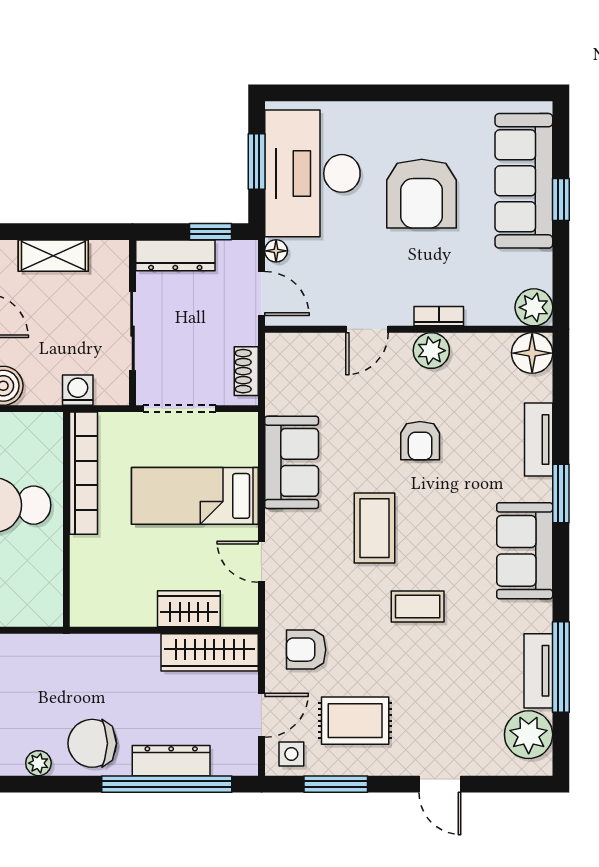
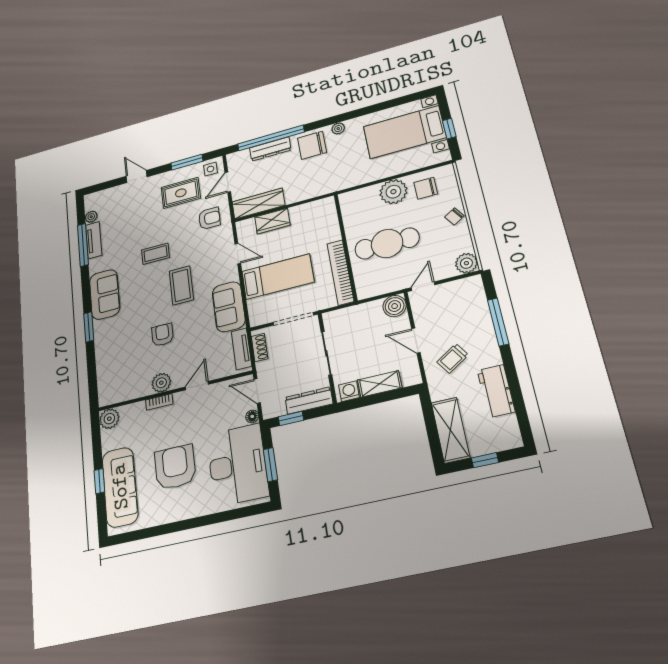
floor lamp: (532, 353) -> (108, 394), removed
washing machine: (78, 390) -> (349, 391), moved, turned 180
tv unit: (539, 440) -> (241, 349), moved, turned 180
plant: (529, 735) -> (91, 217), width x0.53, depth x0.53
chair: (92, 743) -> (312, 145), turned 180

